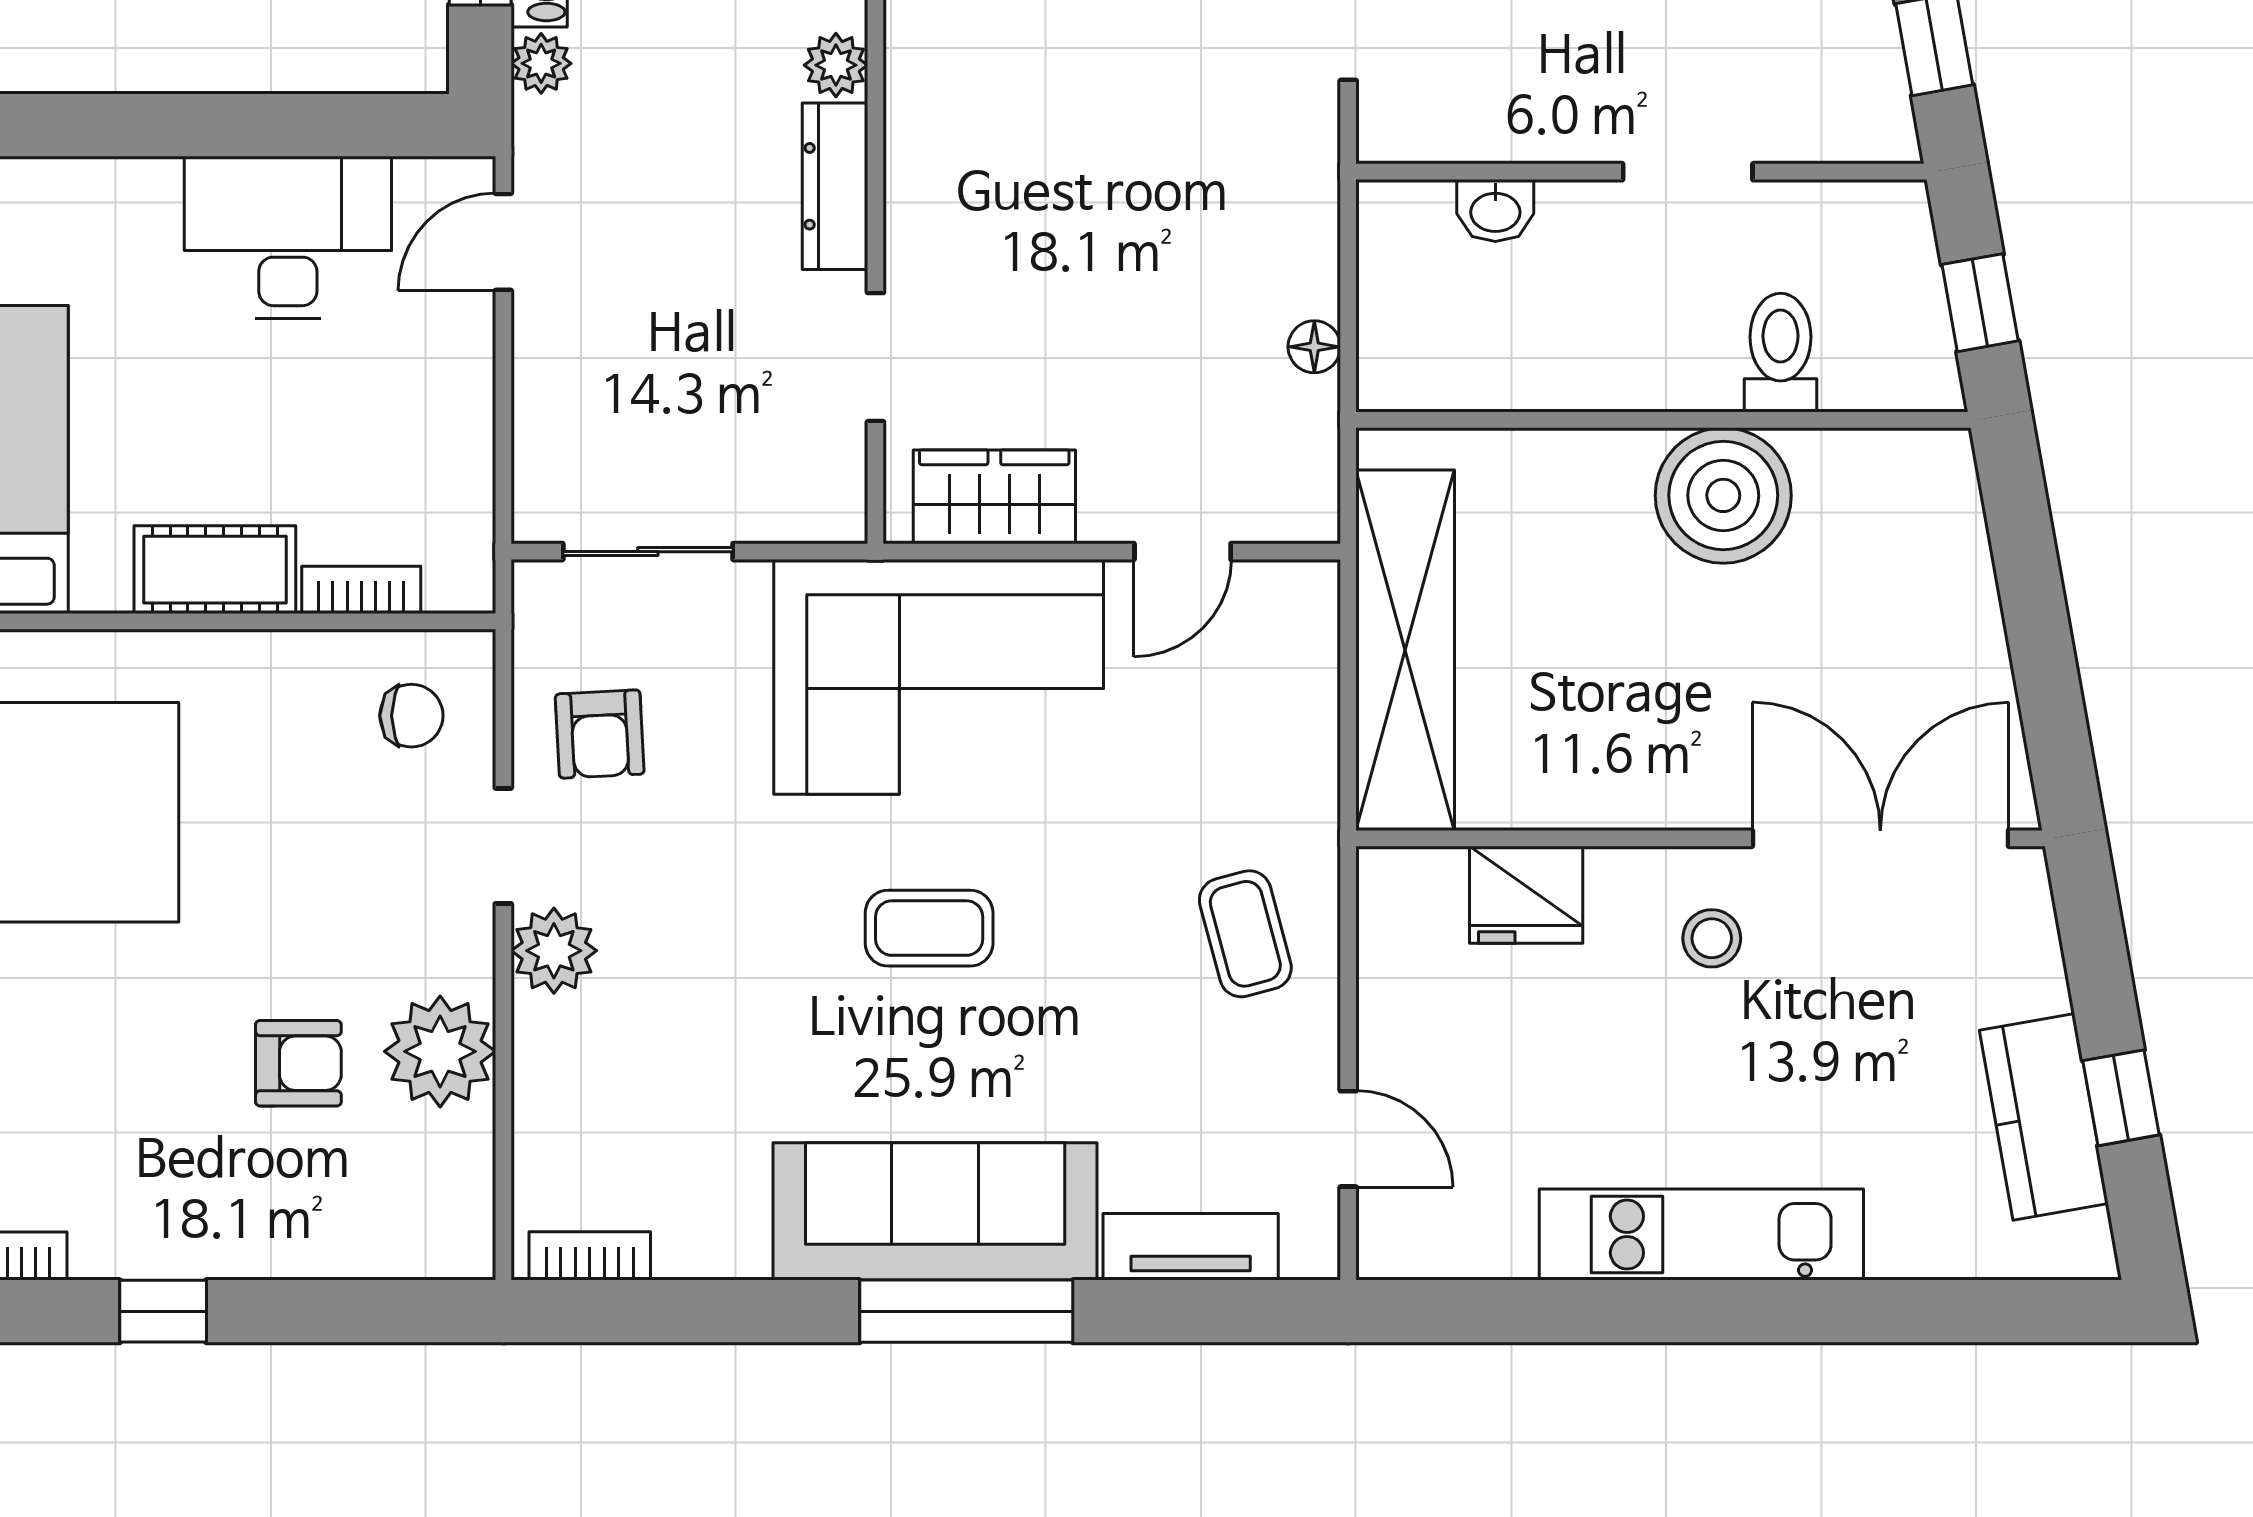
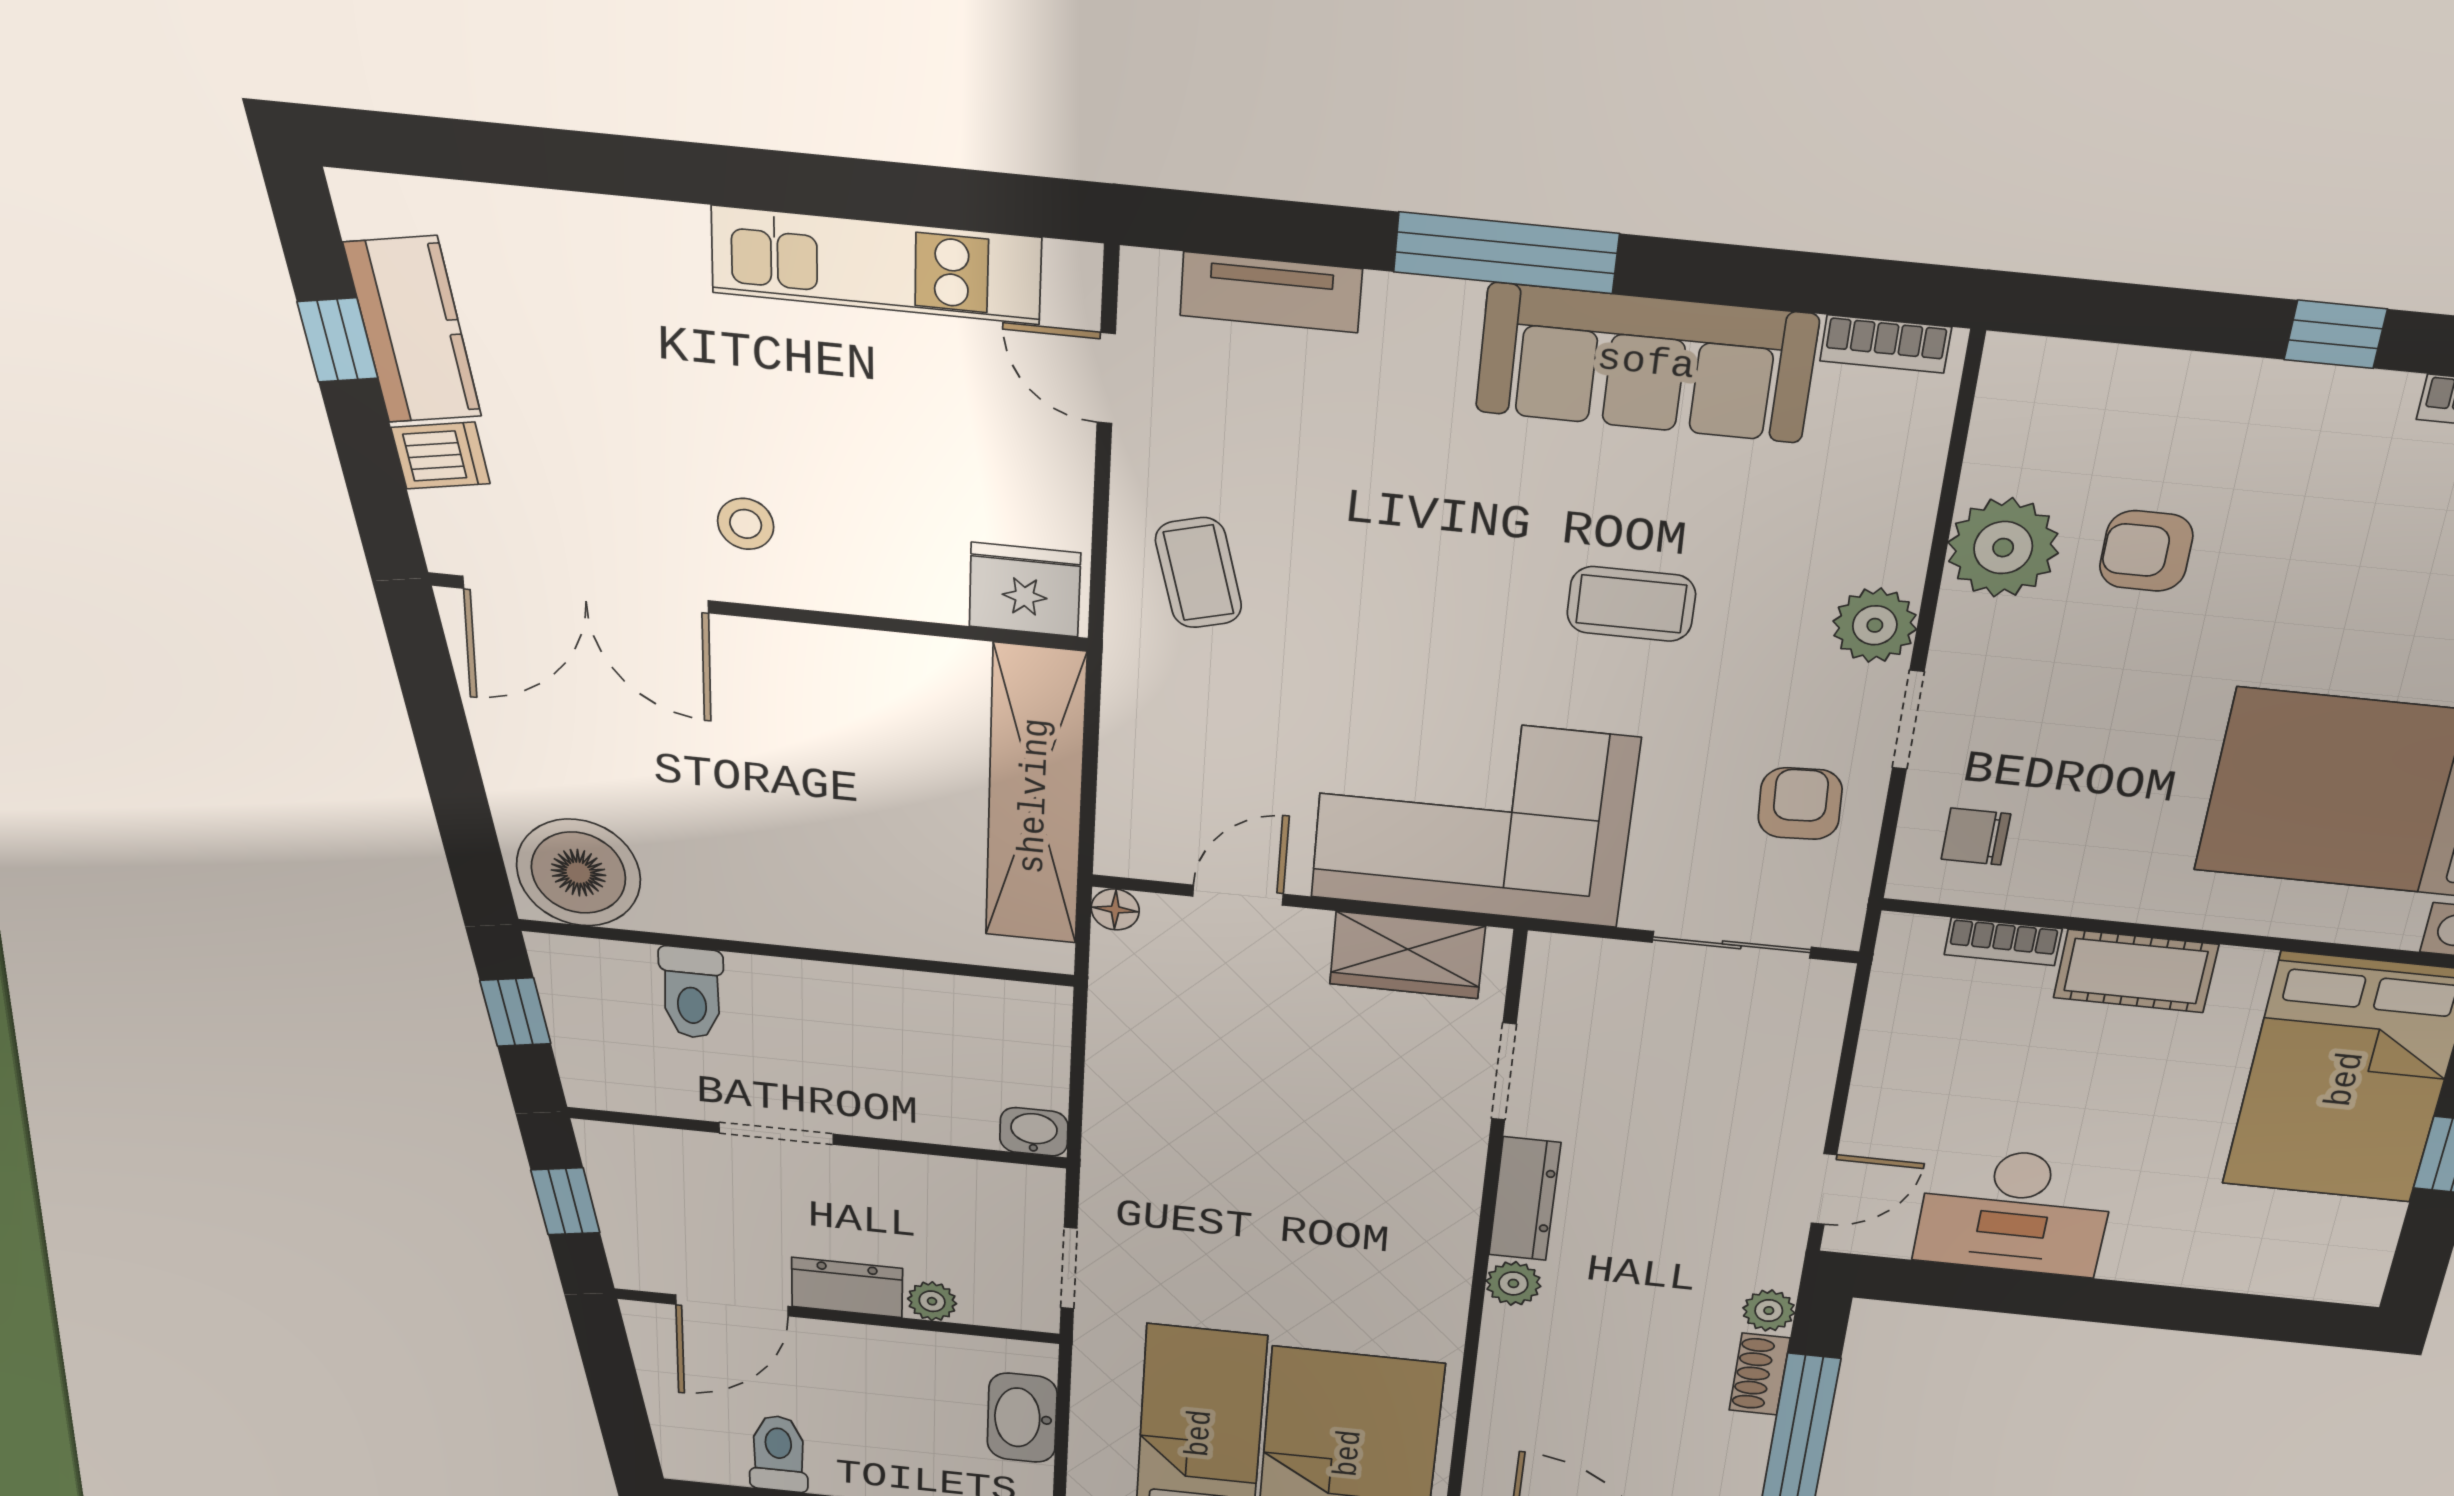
washbasin: (1495, 211) -> (1034, 1132), moved
floor lamp: (1314, 347) -> (1115, 909), moved
boiler: (1723, 495) -> (578, 873), moved
fridge: (1526, 895) -> (1025, 590), moved
coffee table: (929, 928) -> (1631, 604), moved
dishwasher: (2024, 981) -> (441, 456), added
sofa: (935, 1211) -> (1646, 363), moved
kitchen unit: (1701, 1235) -> (876, 265), moved

